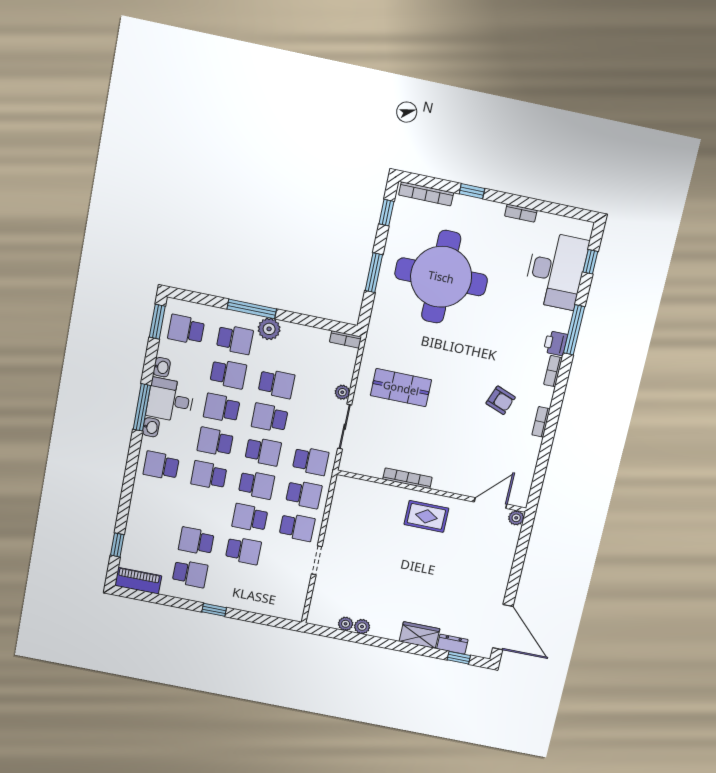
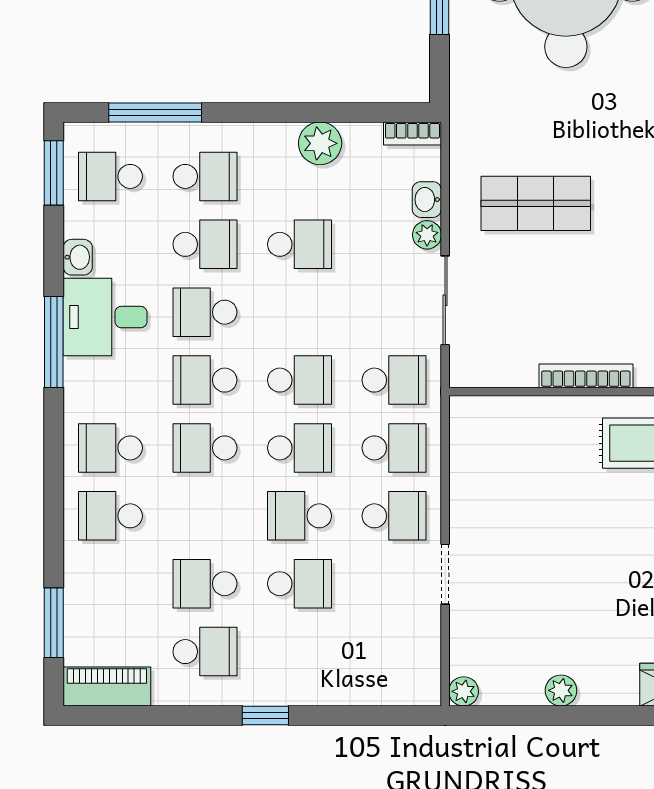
window: (252, 309) -> (155, 113), moved
plant: (269, 329) -> (320, 143), moved
school desk: (270, 418) -> (110, 516), moved
washbasin: (151, 427) -> (427, 200), moved, turned 180
window: (117, 545) -> (54, 623), width x1.50
plant: (346, 624) -> (464, 691), moved

